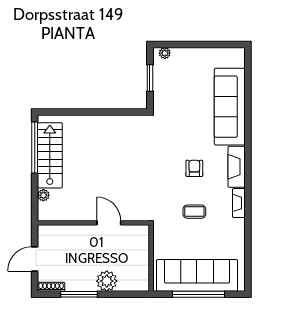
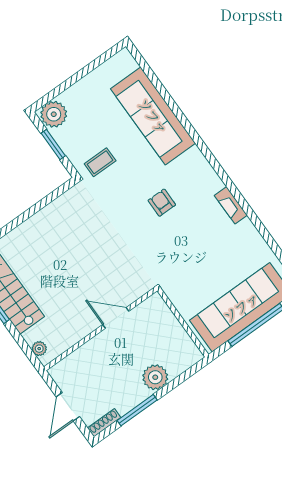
plant: (165, 53) -> (54, 114), width x1.87, depth x1.87
fireplace: (237, 167) -> (203, 171), removed
plant: (43, 195) -> (39, 349), moved
coffee table: (194, 212) -> (100, 162), moved

